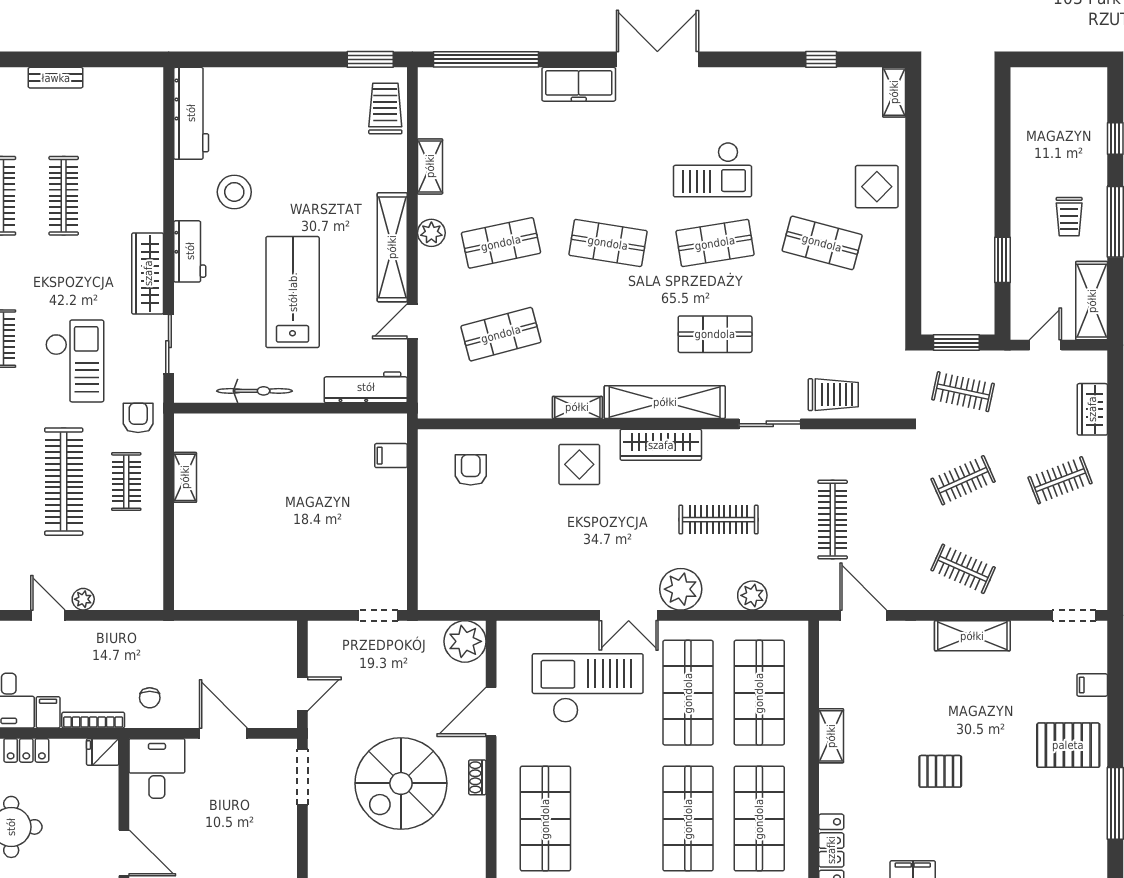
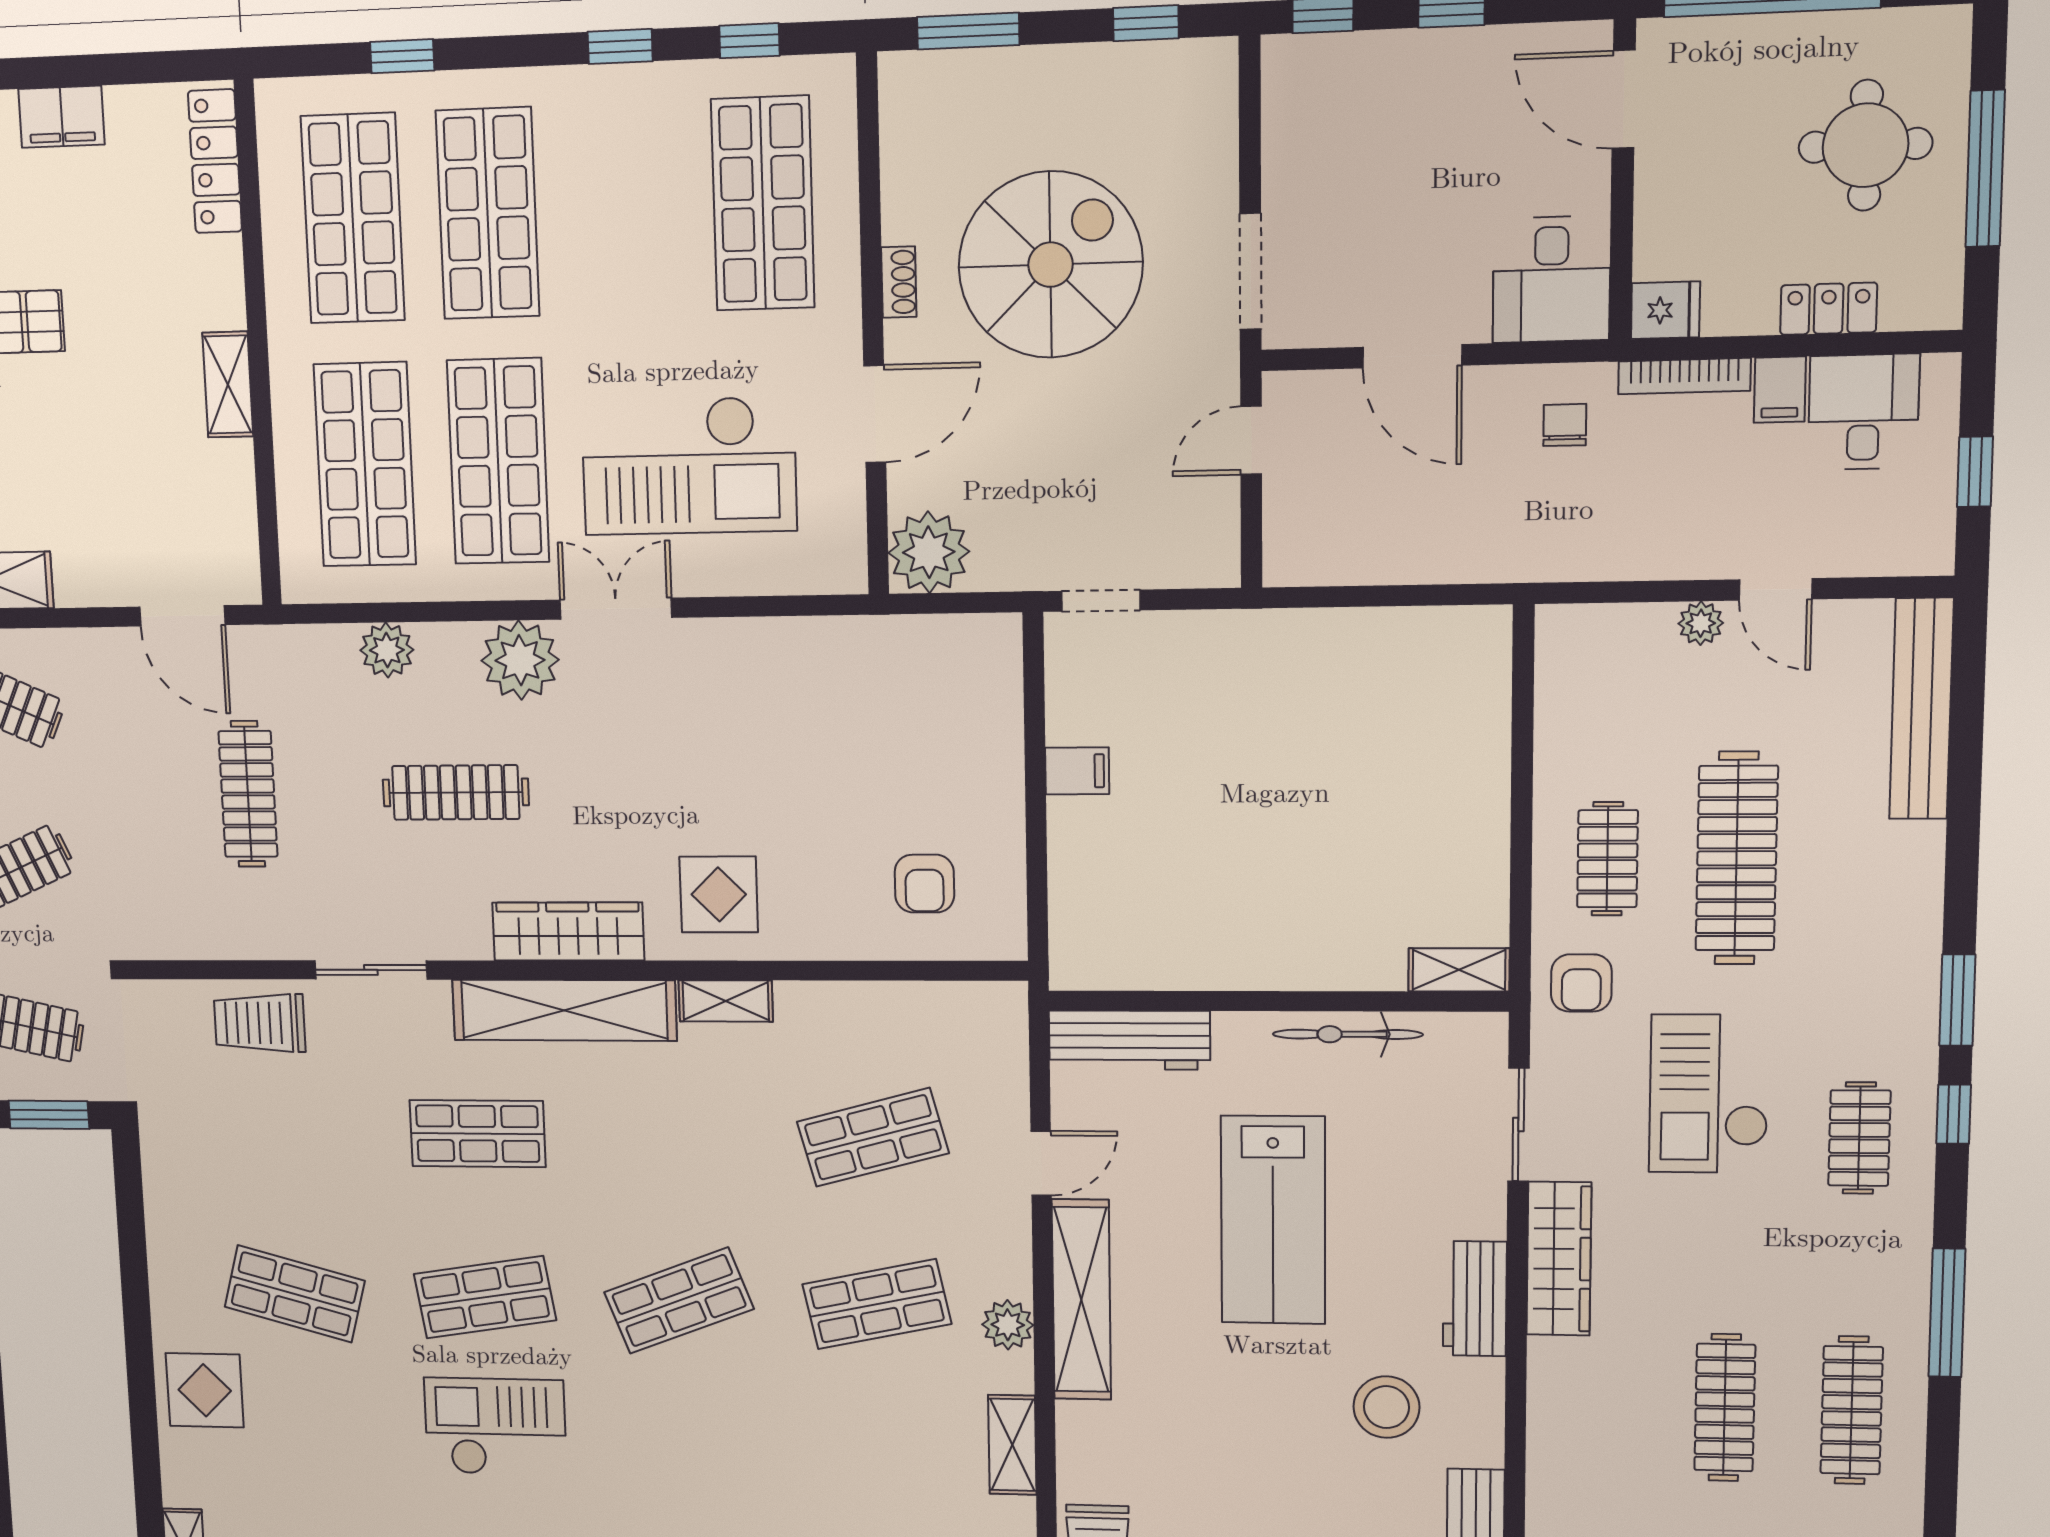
shop shelf: (608, 243) -> (679, 1301), turned -30
filing cabinet: (391, 456) -> (1077, 771), moved
shelving: (185, 477) -> (1459, 970), moved, turned 90

